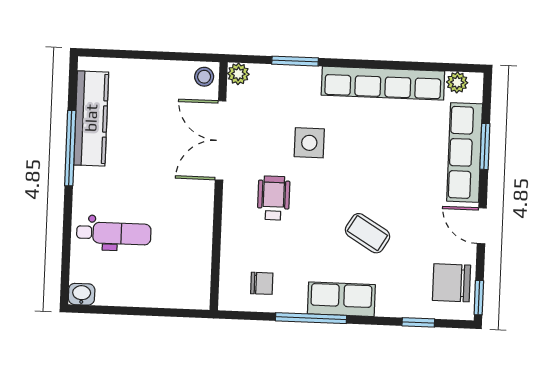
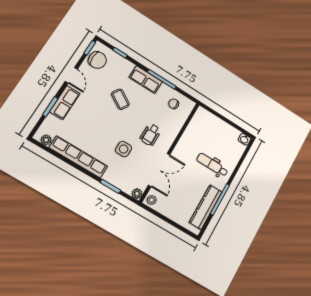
row of seats: (465, 153) -> (65, 103), width x0.68
dental chair: (114, 233) -> (212, 165), moved

